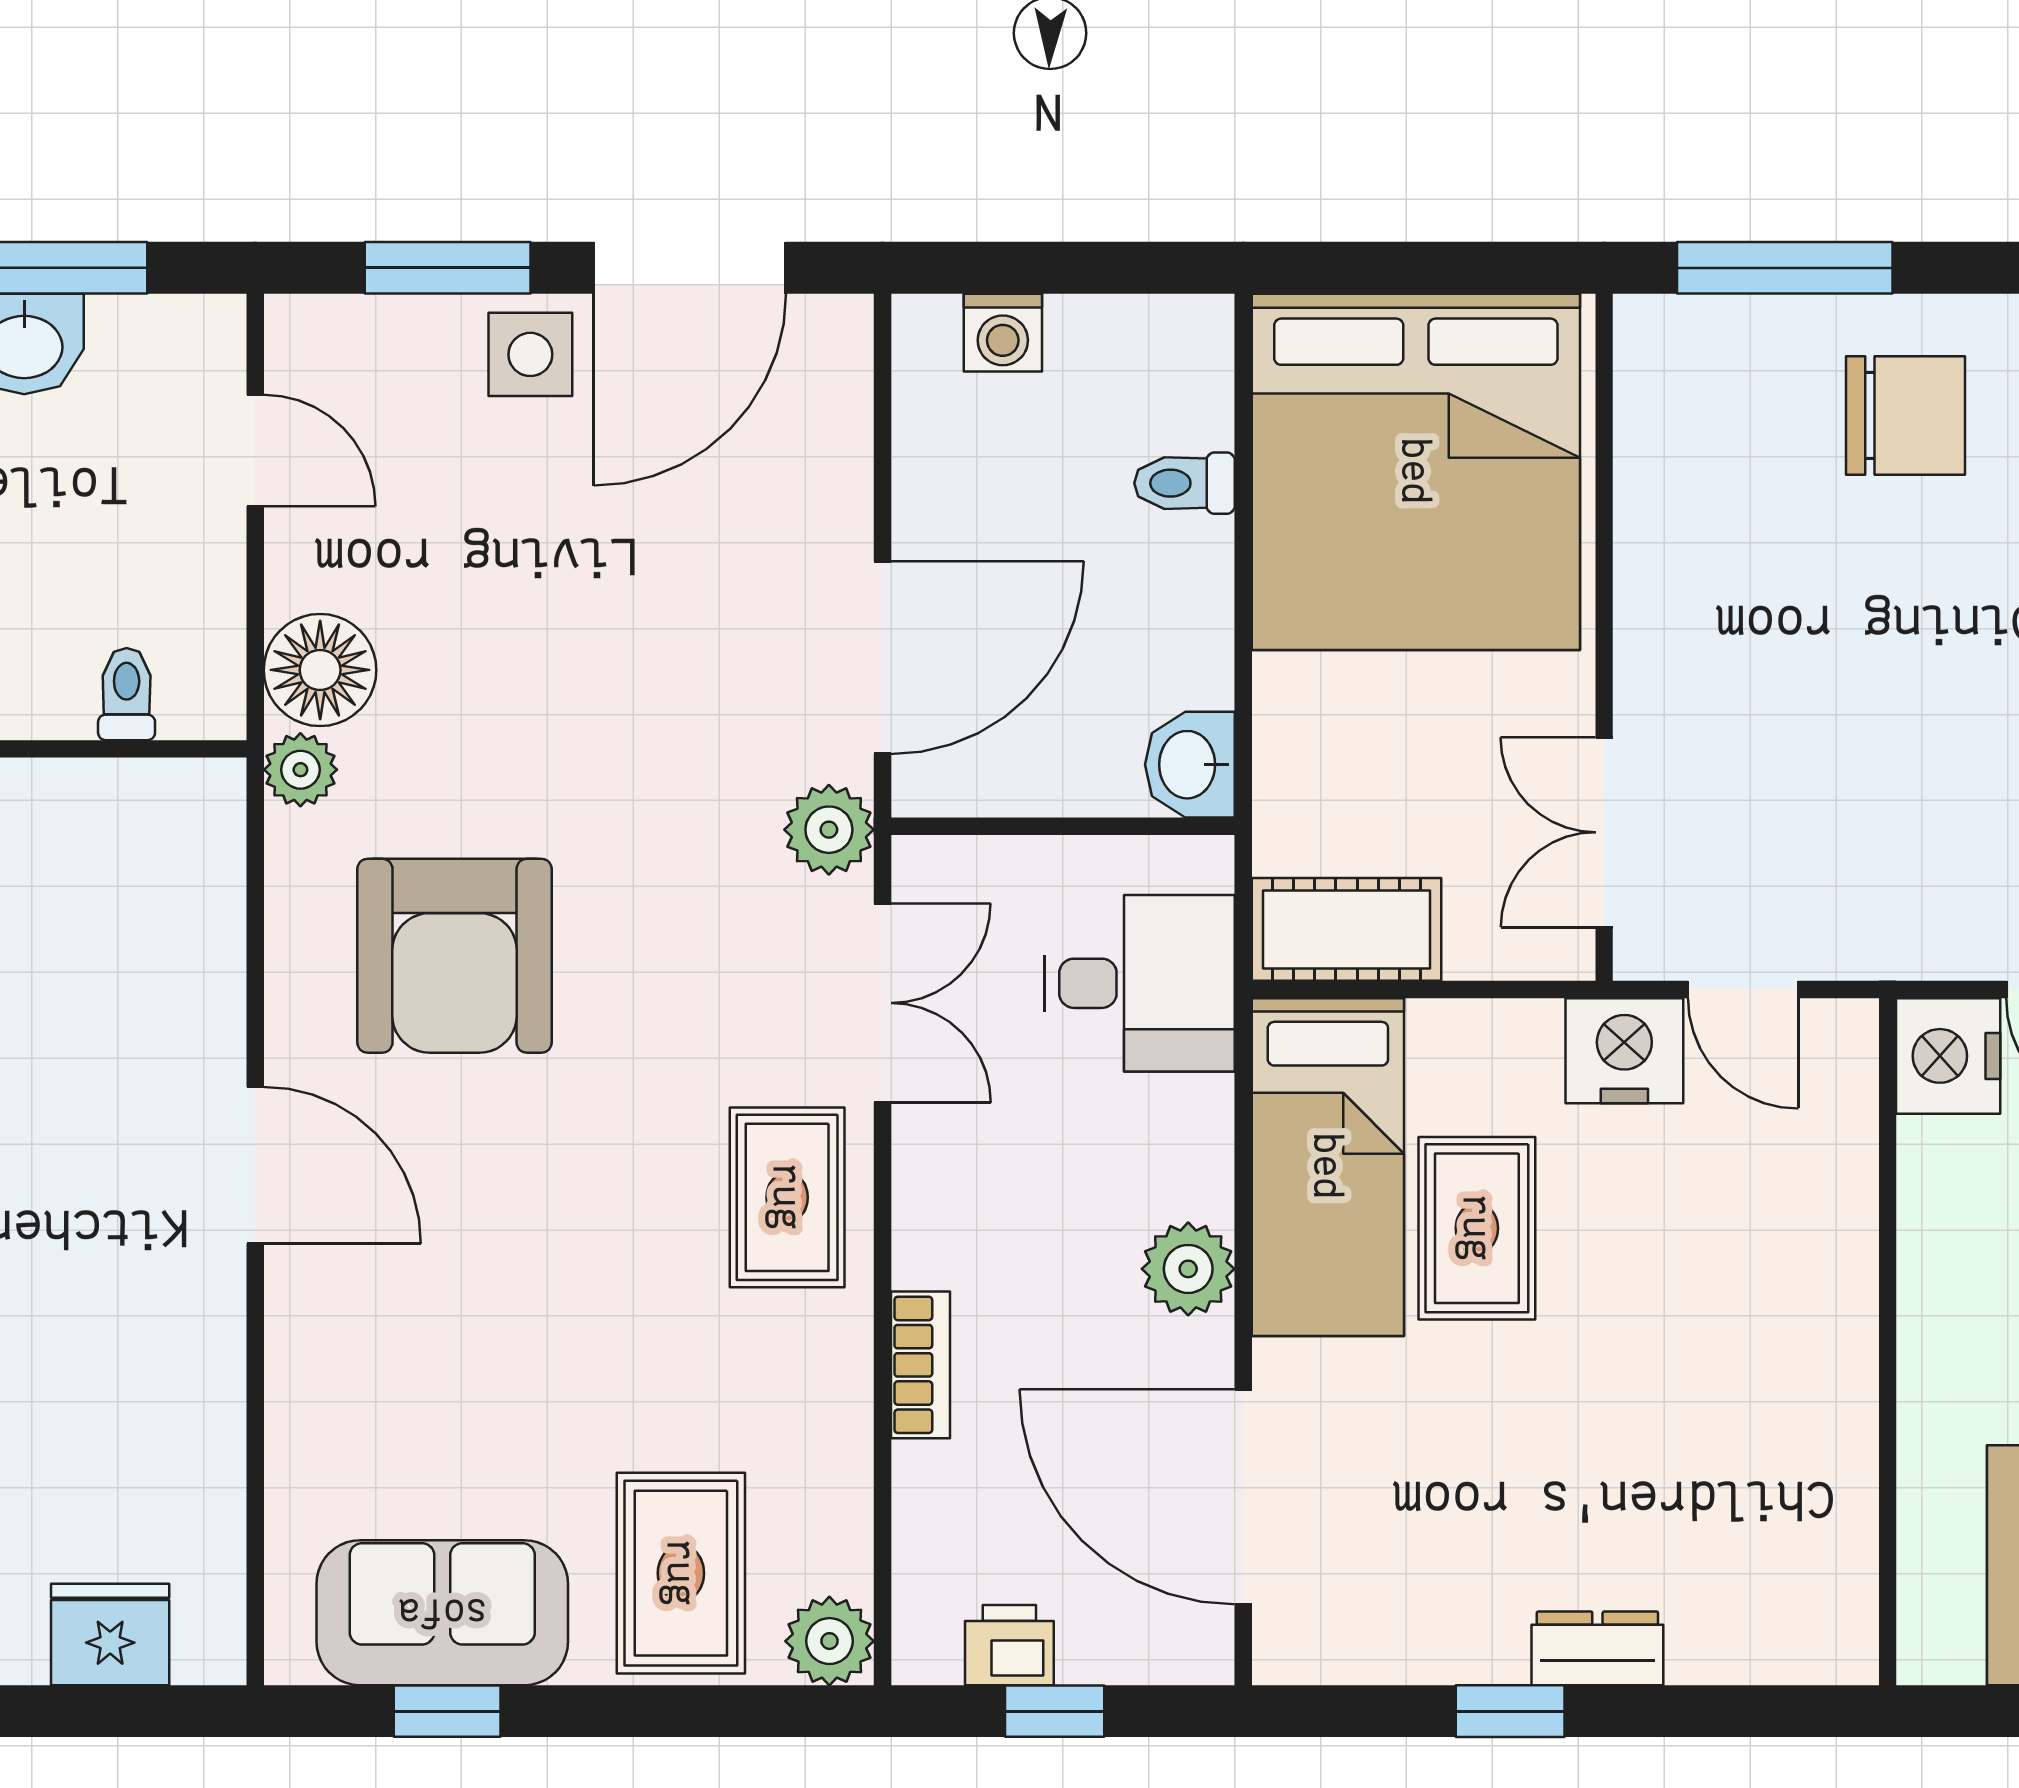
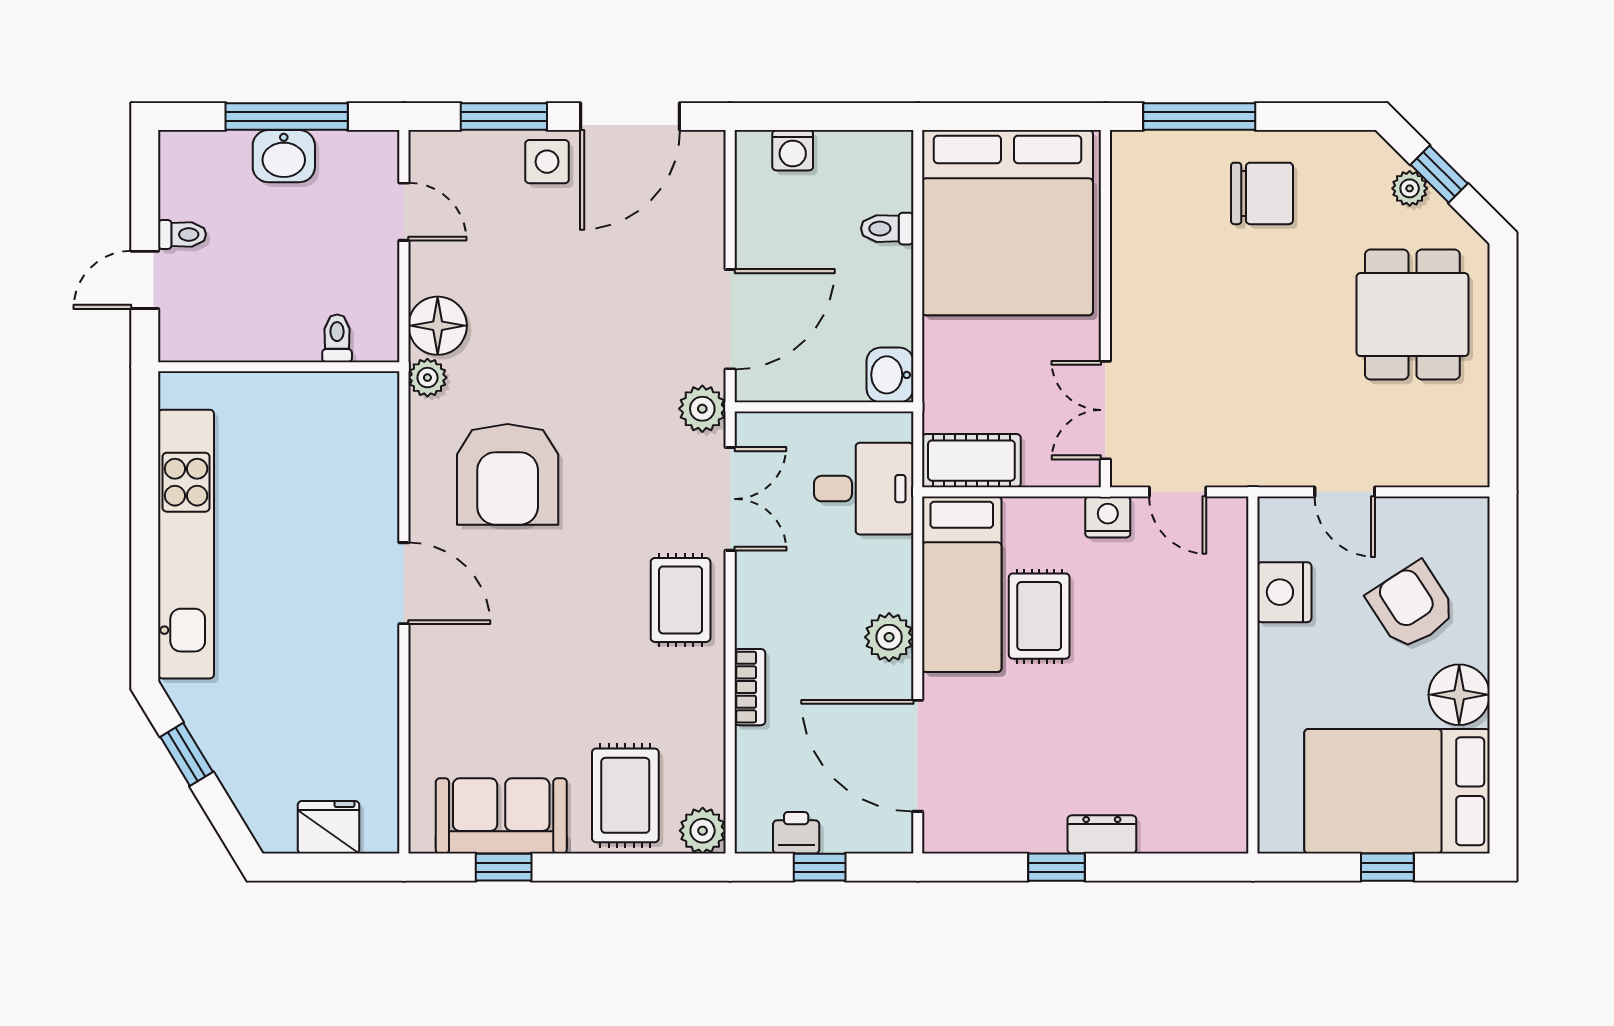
nightstand: (1624, 1051) -> (1108, 517), width x0.74, depth x0.75
nightstand: (1948, 1056) -> (1284, 592), moved

